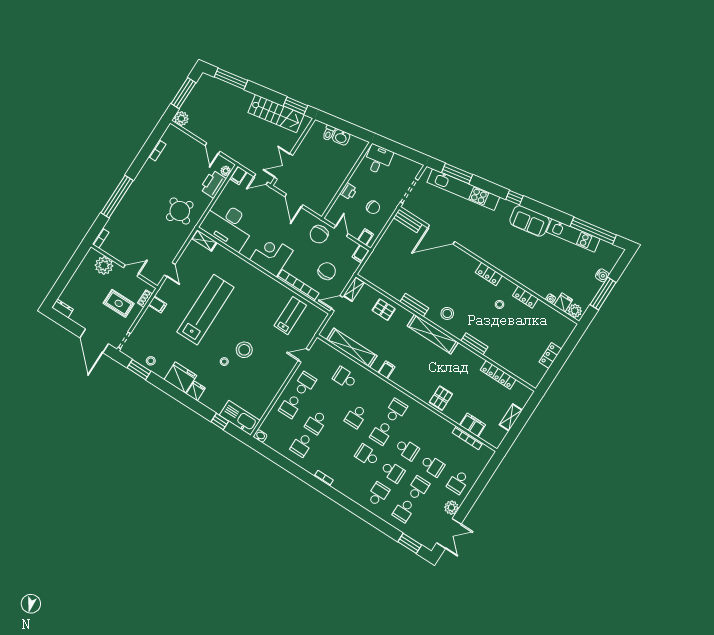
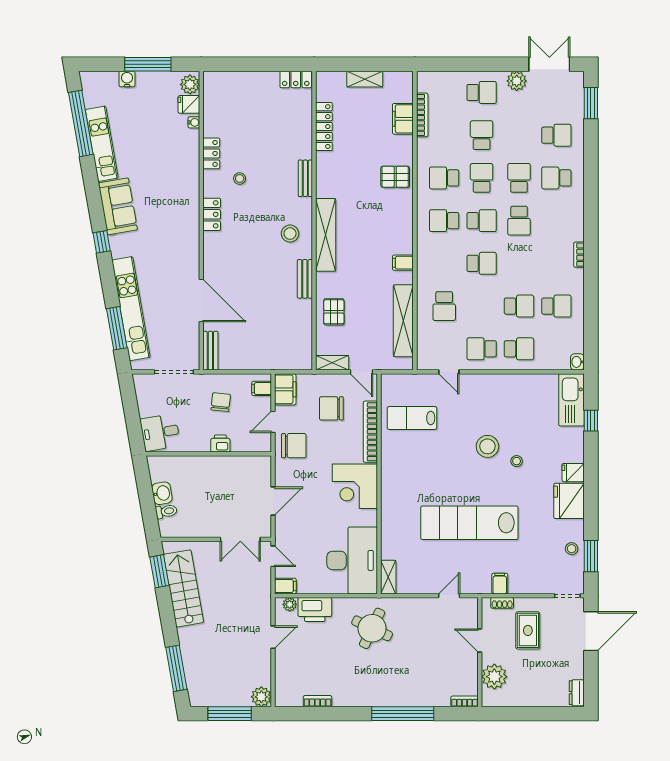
filing cabinet: (361, 254) -> (285, 389), width x2.00
locker: (550, 355) -> (296, 80), moved
school desk: (418, 488) -> (444, 178), moved

